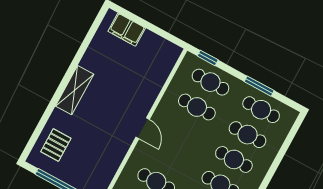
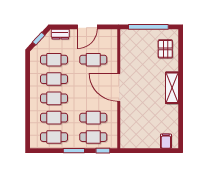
filing cabinet: (127, 30) -> (166, 141), width x0.50
window: (259, 86) -> (74, 151), moved
door: (143, 128) -> (119, 87), width x1.87

